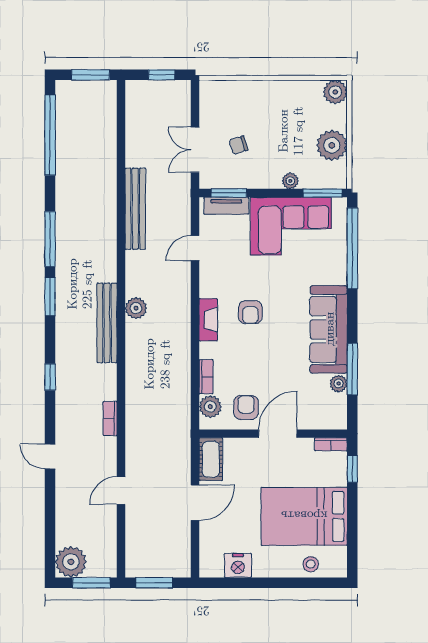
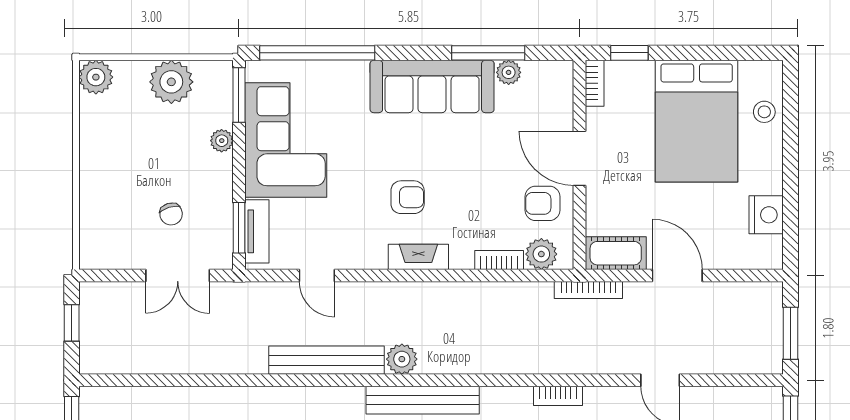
bench: (135, 209) -> (327, 360), moved
bookcase: (185, 440) -> (588, 290), added

